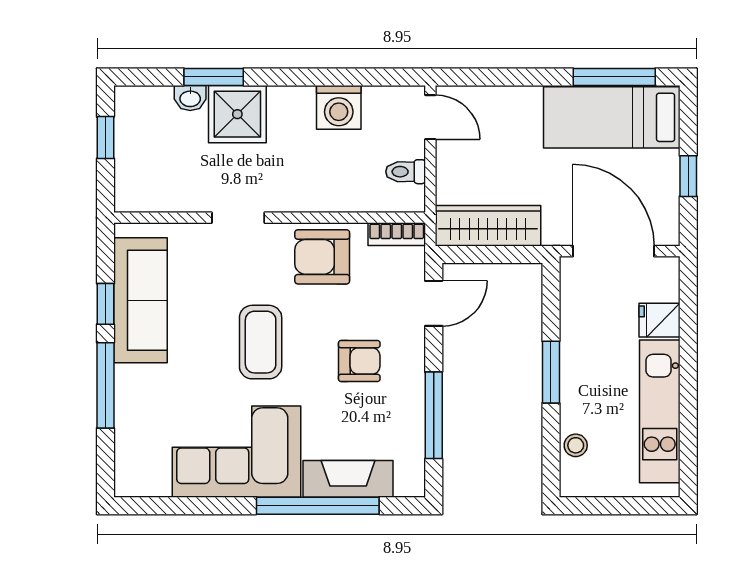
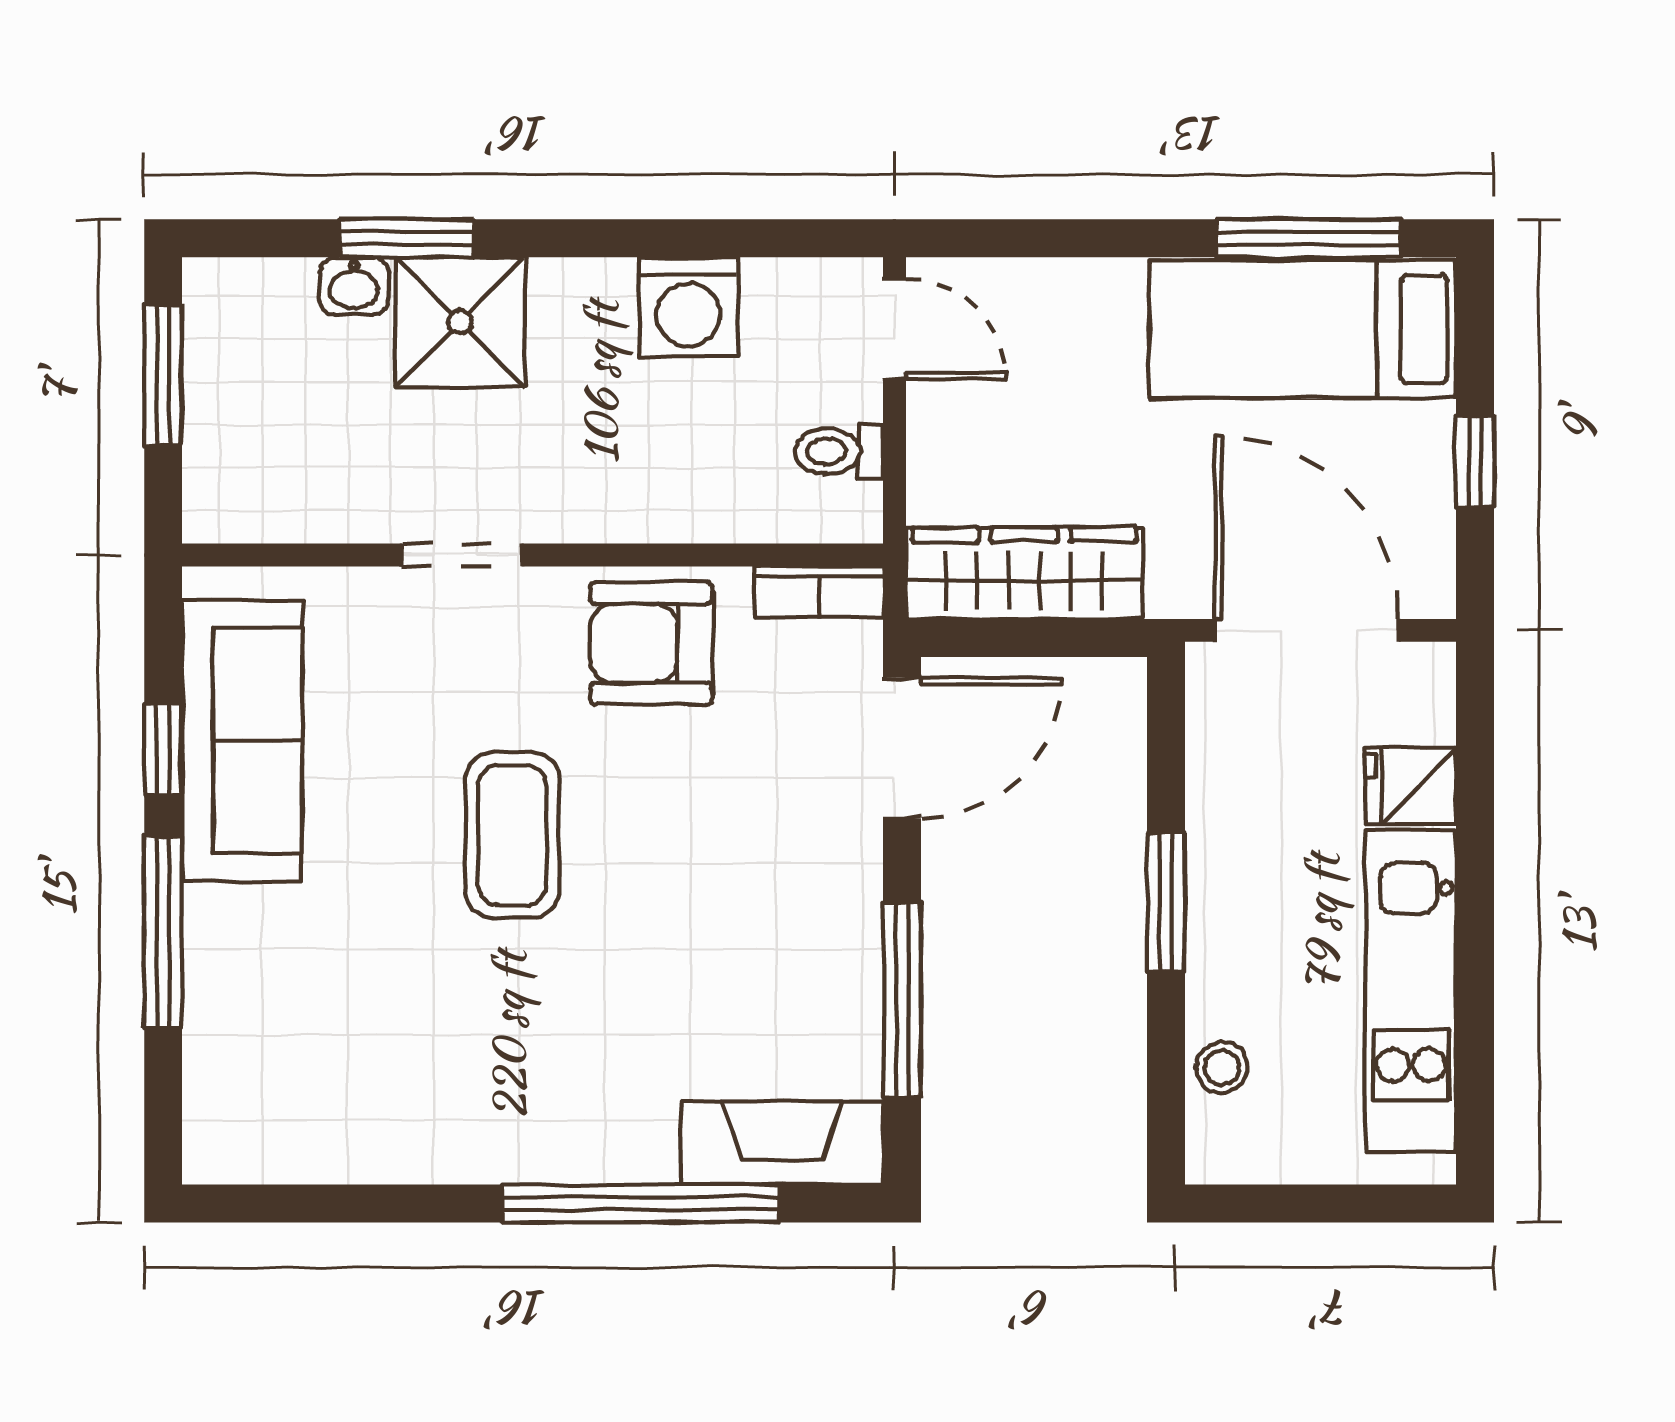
window: (105, 138) -> (163, 375), width x1.50
door: (434, 303) -> (902, 748), width x1.38
armchair: (359, 361) -> (735, 878), removed
corner sofa: (236, 452) -> (458, 1082), removed
fireplace: (348, 479) -> (782, 1143), moved

